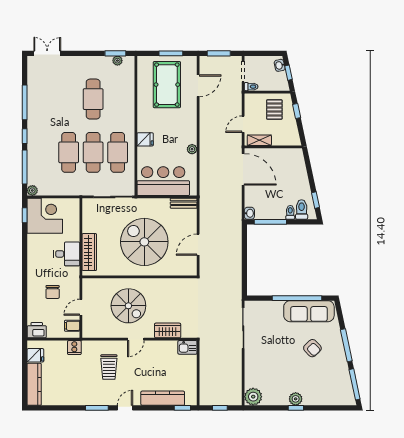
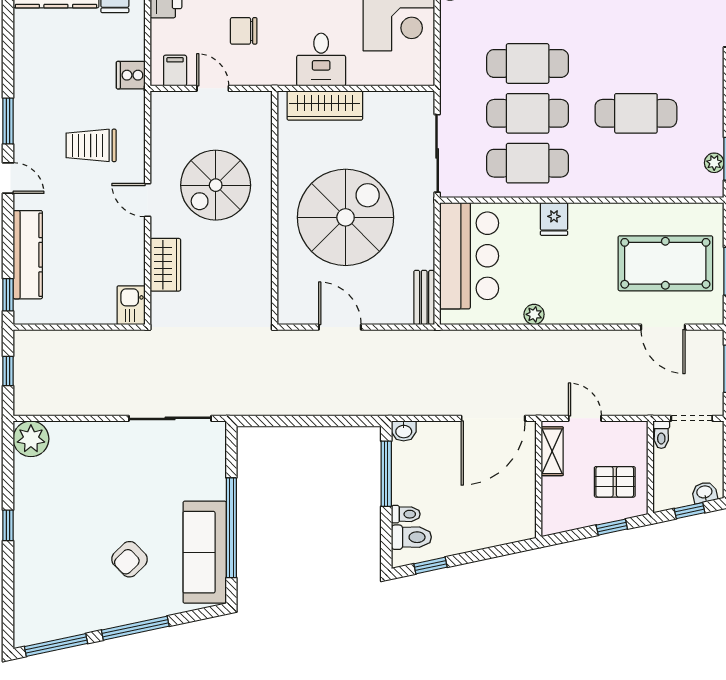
plant: (296, 399) -> (26, 525), removed

